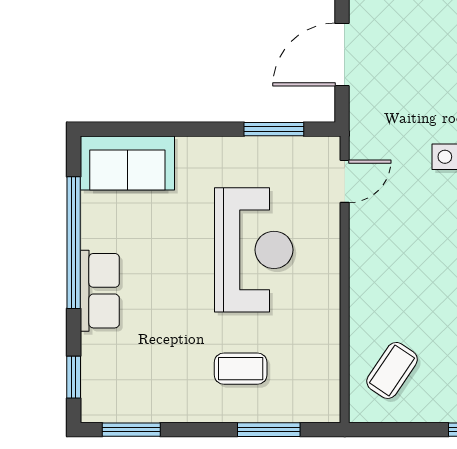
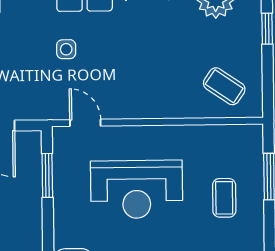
reception desk: (254, 250) -> (137, 189), turned 180

